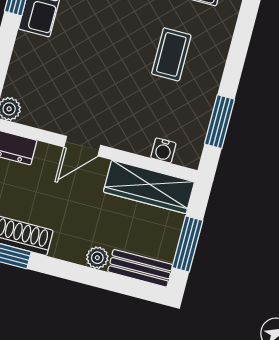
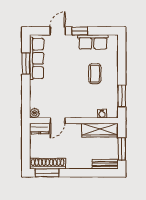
door: (82, 146) -> (57, 121), moved
plant: (97, 258) -> (86, 165), removed

